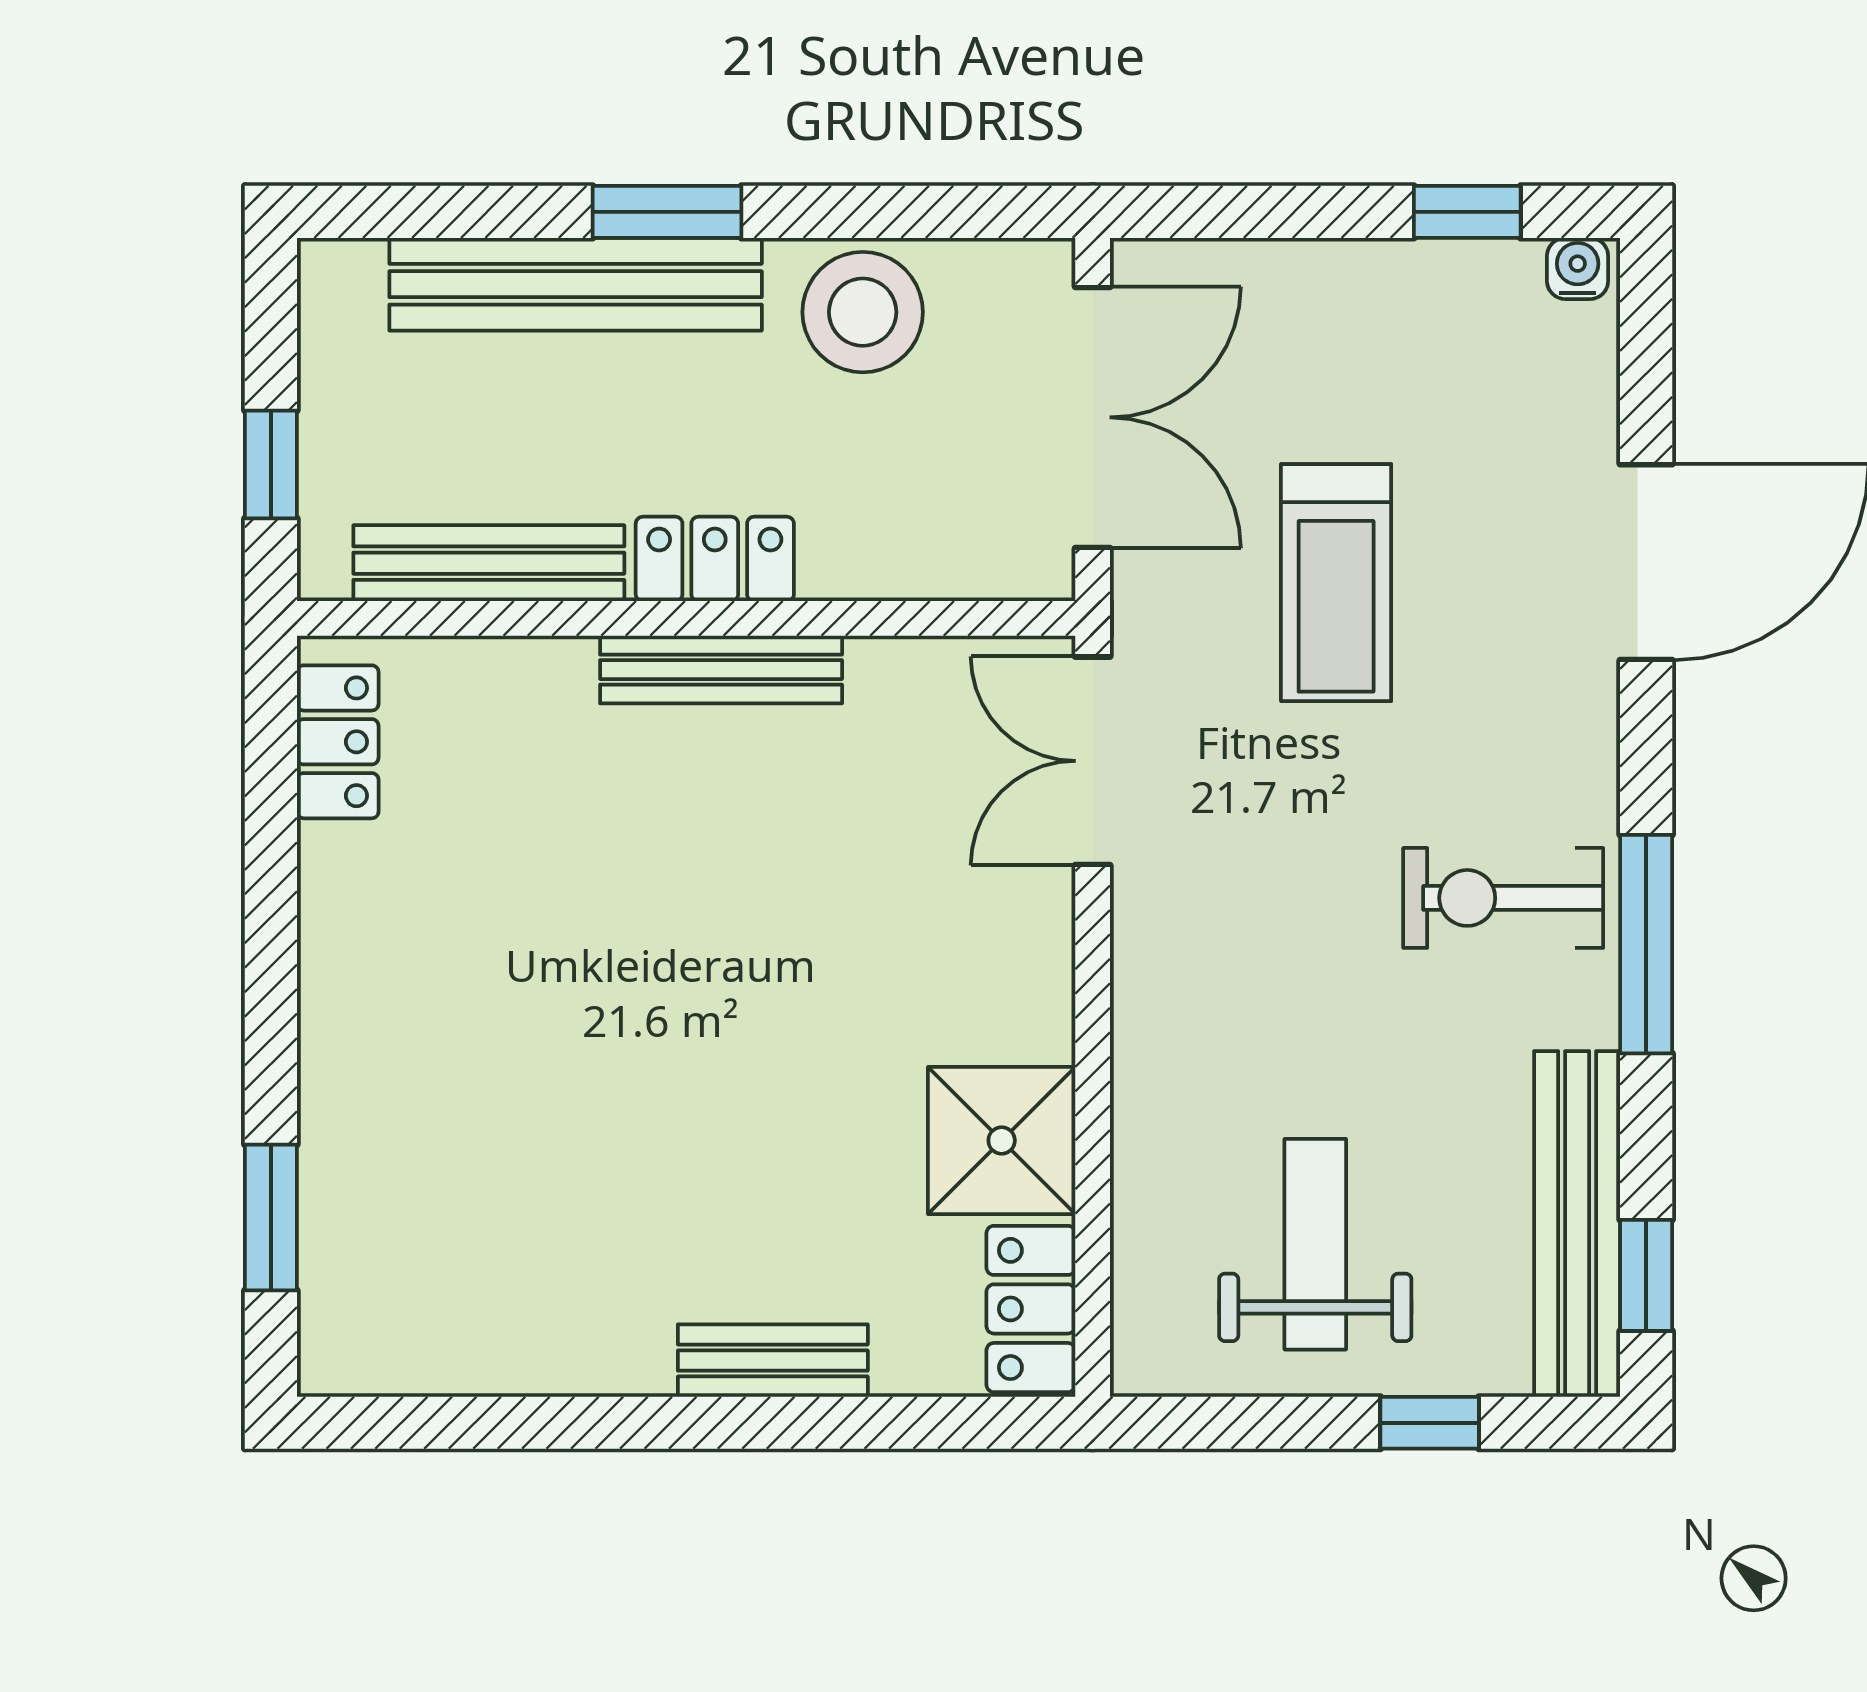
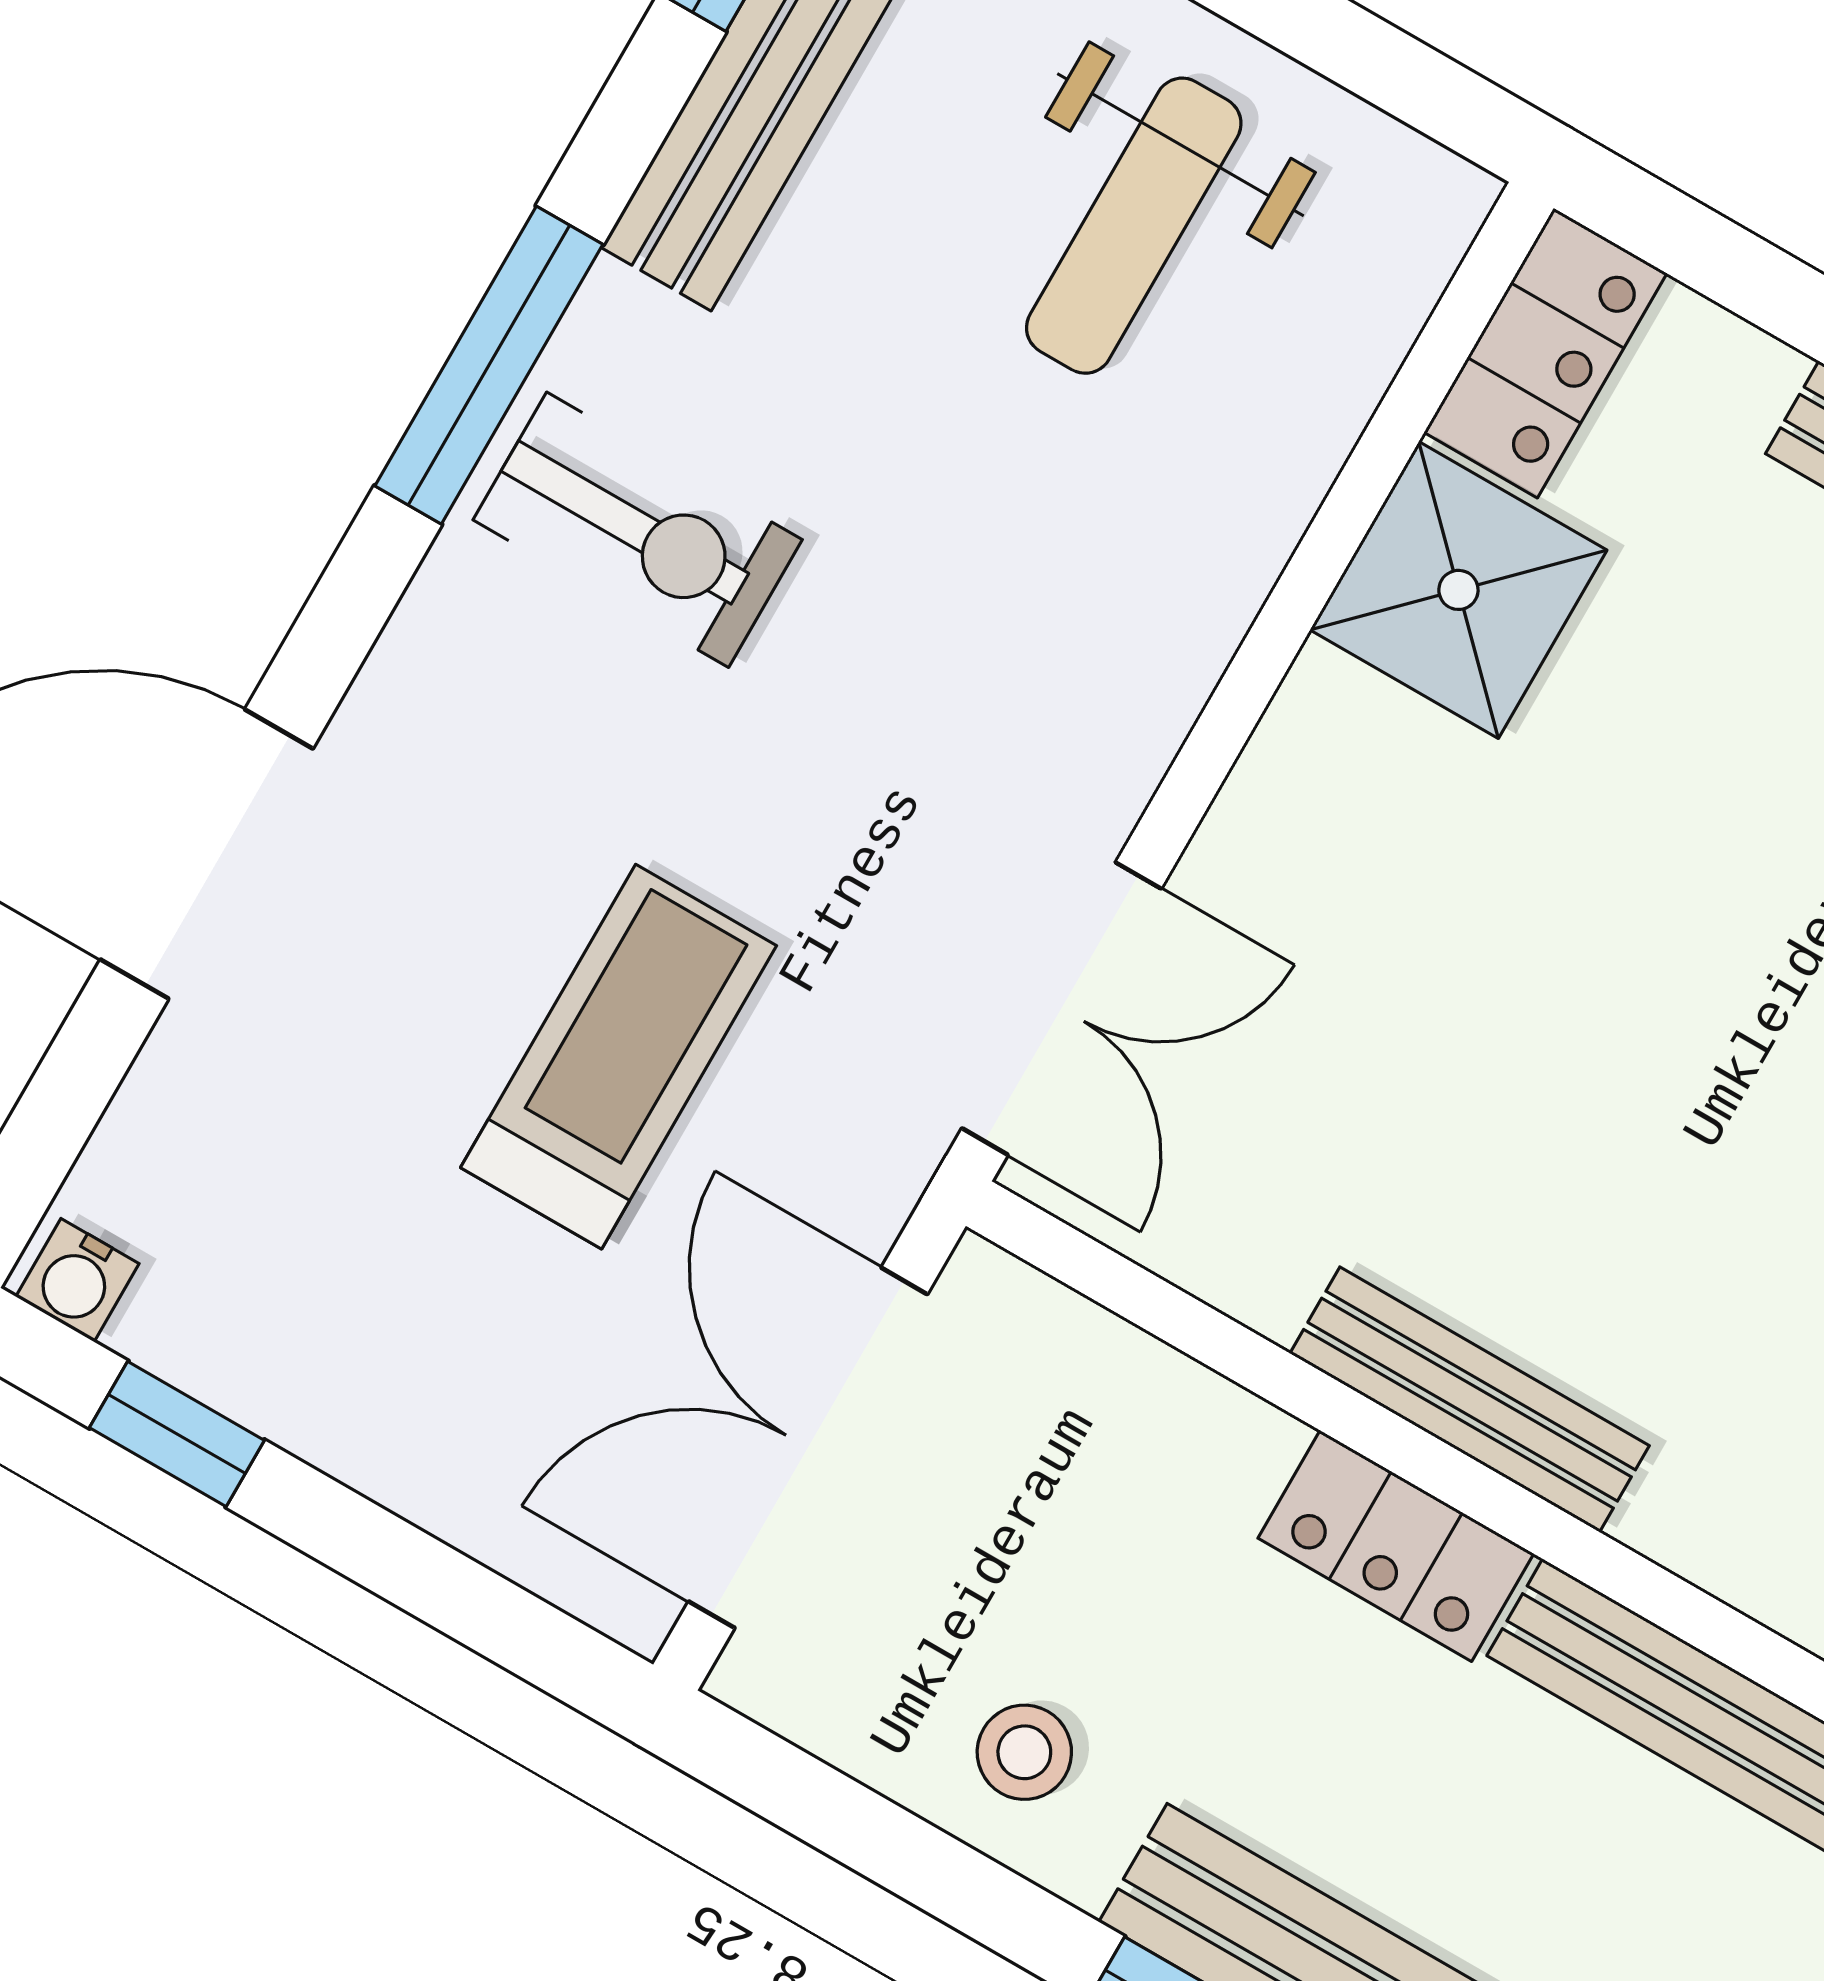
stool: (863, 312) -> (1024, 1752), width x0.53, depth x0.53

